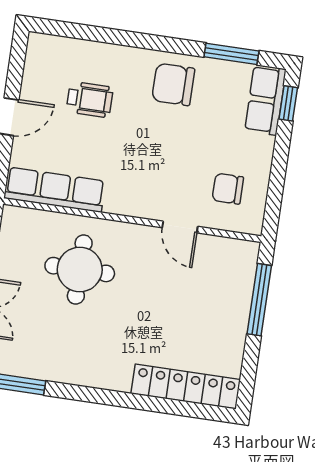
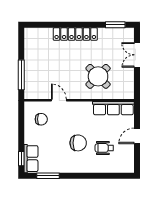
chair: (173, 84) -> (78, 143), moved
round table: (80, 270) -> (98, 76), turned 45
locker: (186, 387) -> (75, 34), moved

